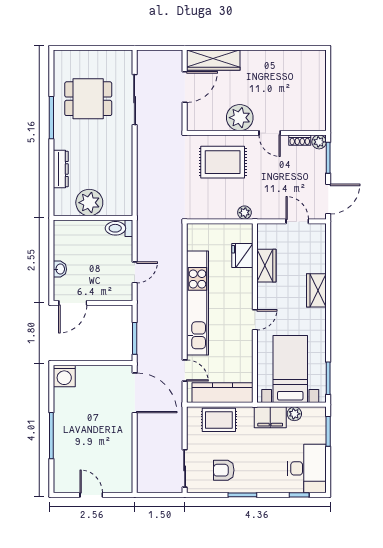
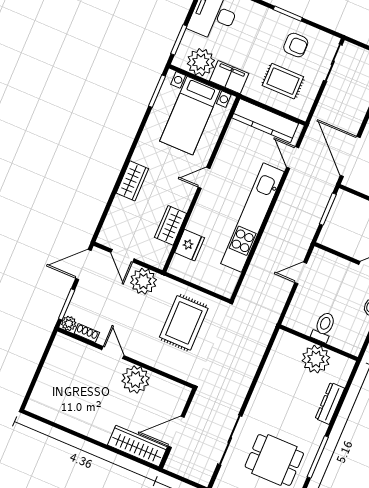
rug: (223, 162) -> (184, 323), moved, turned 90
plant: (244, 213) -> (143, 281), moved, width x1.88, depth x1.88
toilet: (119, 228) -> (324, 327), moved, turned -90
plant: (294, 414) -> (201, 62), width x1.88, depth x1.88
rug: (219, 420) -> (283, 81), moved

